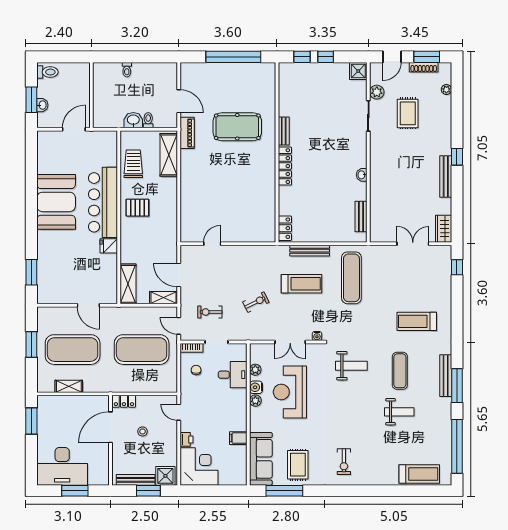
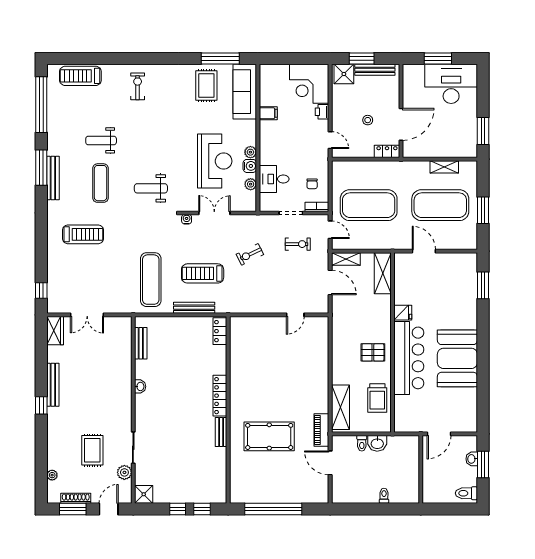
exercise bike: (344, 462) -> (138, 86), moved

